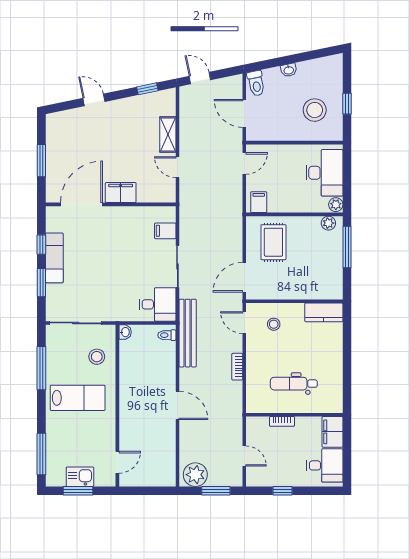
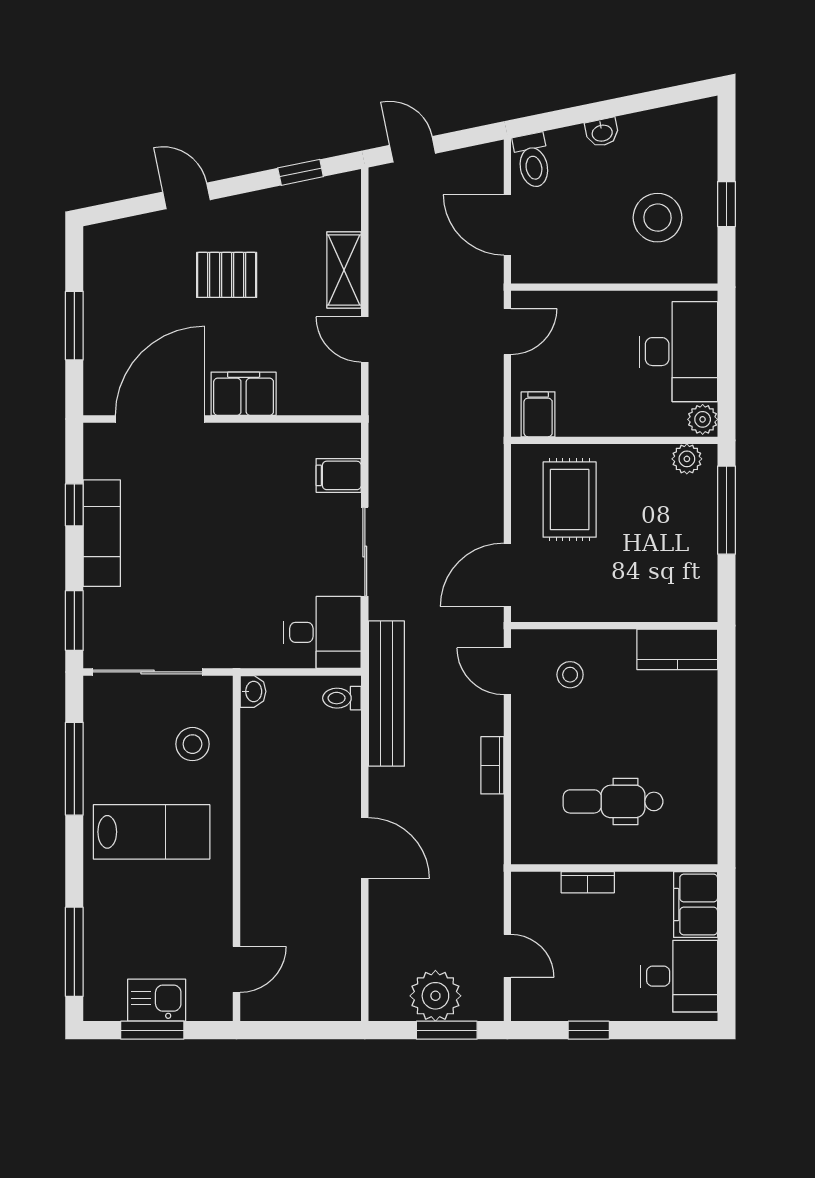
pallet: (113, 137) -> (227, 275), added
window: (41, 283) -> (74, 621), moved
plant: (195, 475) -> (435, 996), moved

